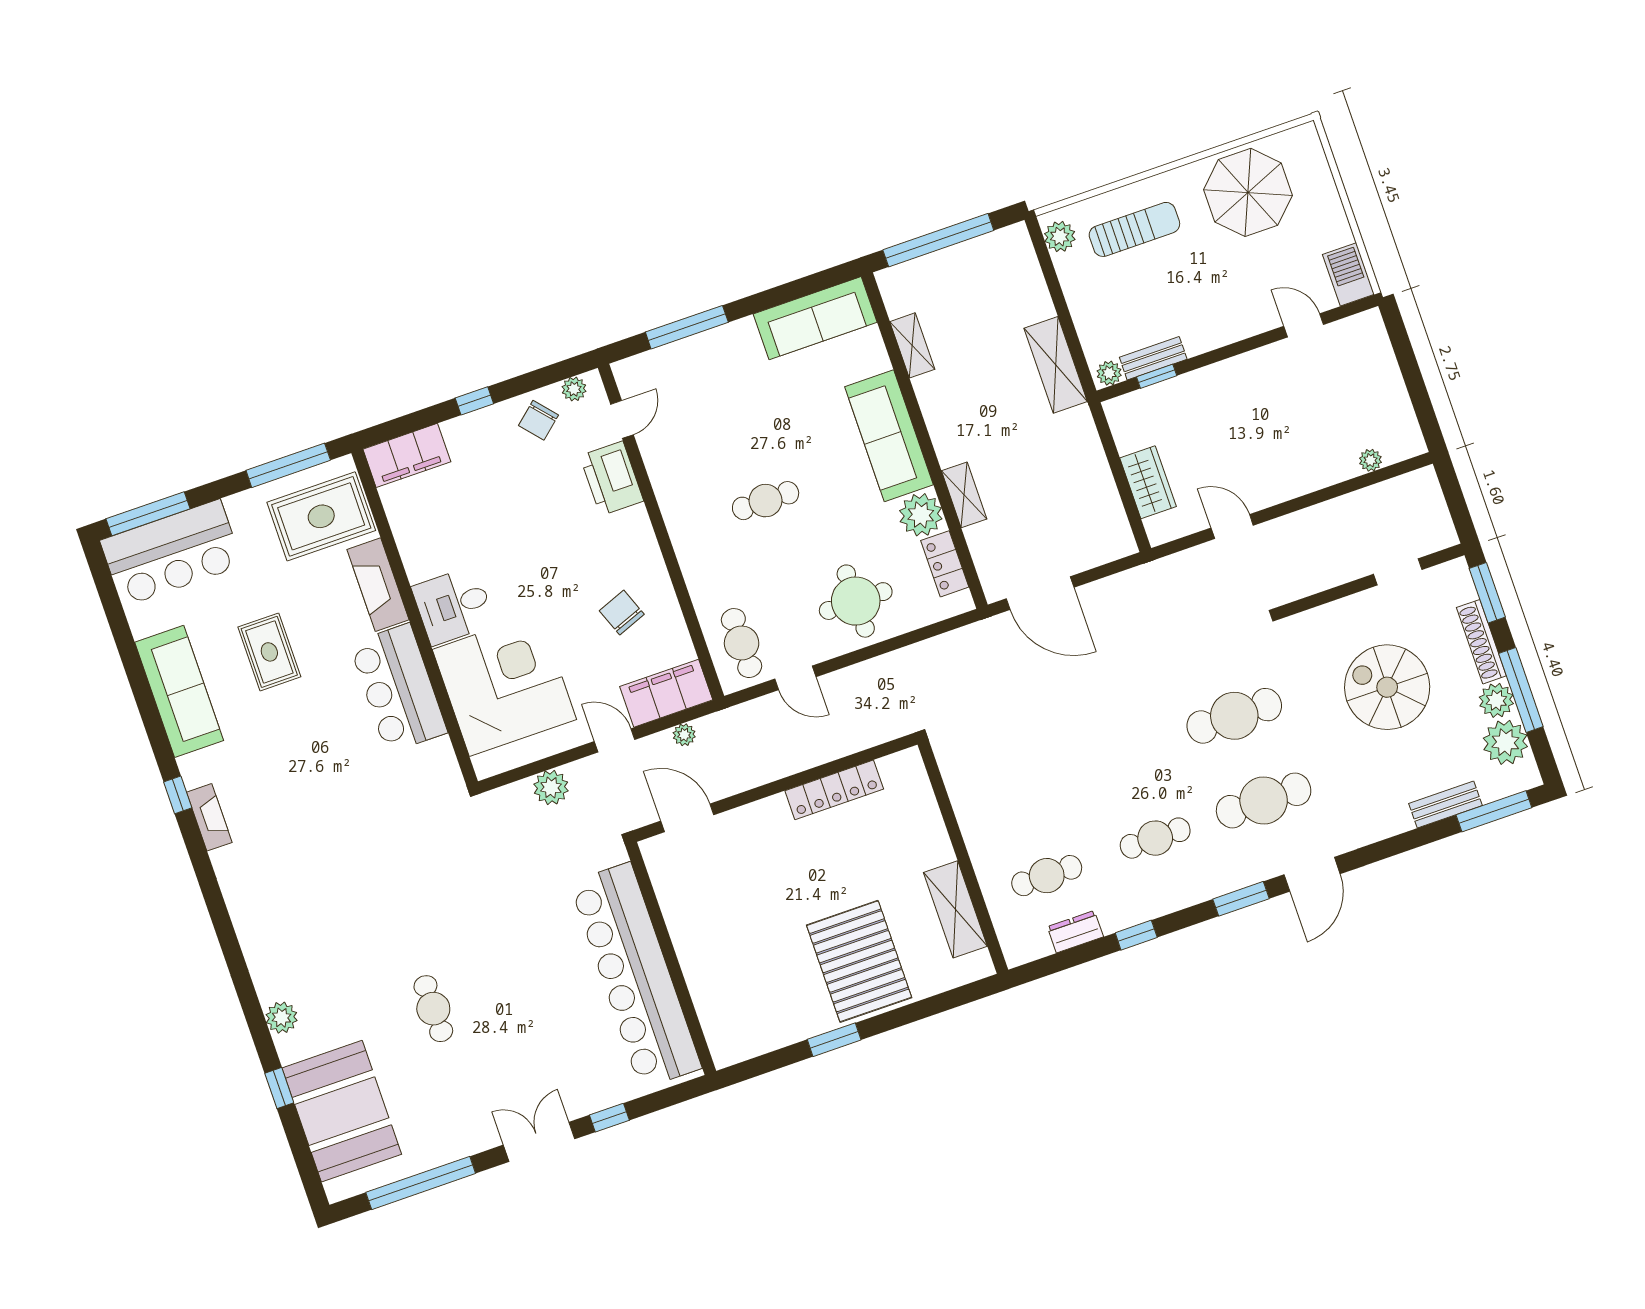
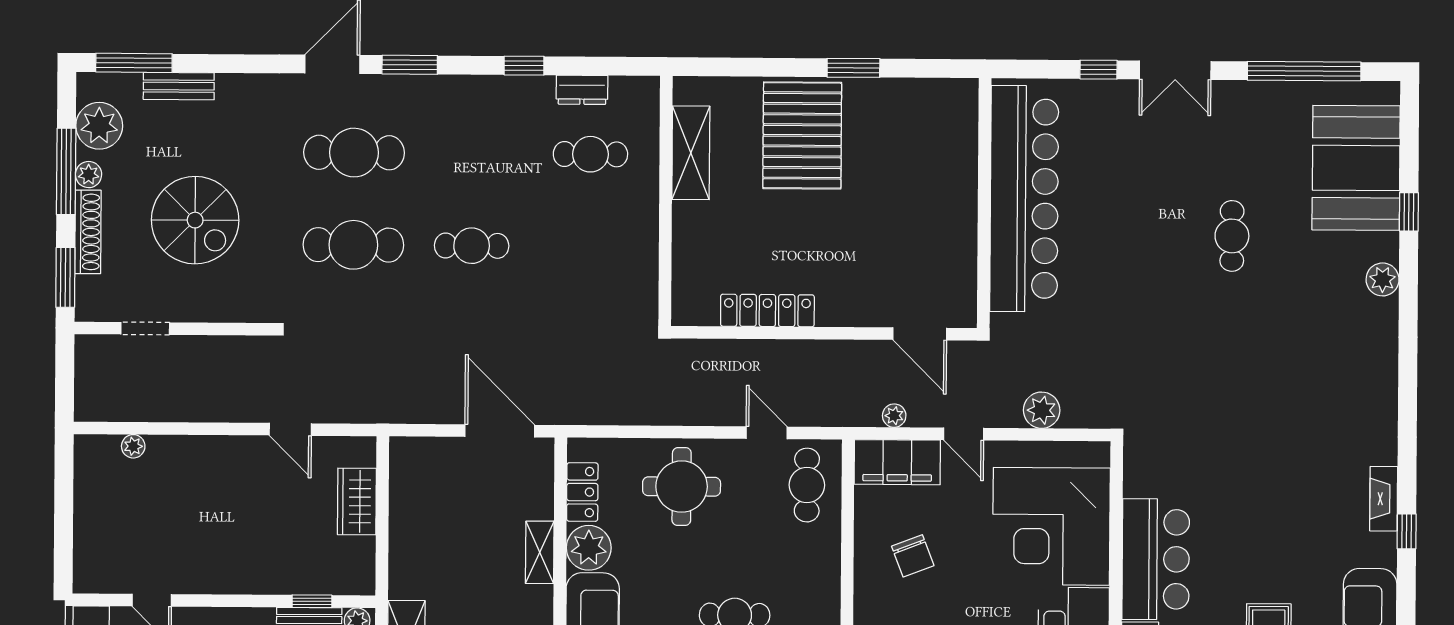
plant: (1496, 700) -> (89, 175), width x0.73, depth x0.73
cafe table: (1155, 838) -> (472, 246), moved

